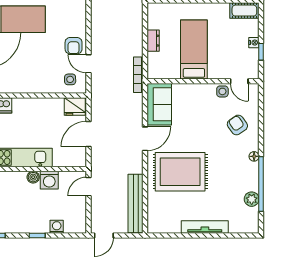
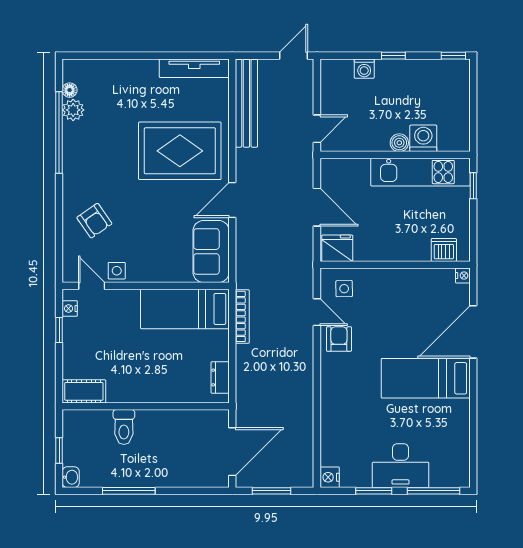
dresser: (153, 41) -> (220, 377), moved
nightstand: (254, 43) -> (70, 308), moved
bed: (194, 49) -> (185, 309), moved, turned 90
bookcase: (138, 75) -> (242, 316), moved
door: (88, 134) -> (317, 207), hinge flipped
floor lamp: (254, 156) -> (70, 90), moved
washing machine: (49, 180) -> (423, 138), moved
tv unit: (205, 227) -> (194, 68), moved

